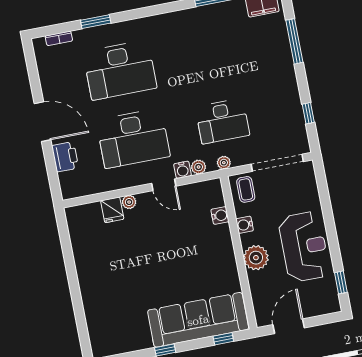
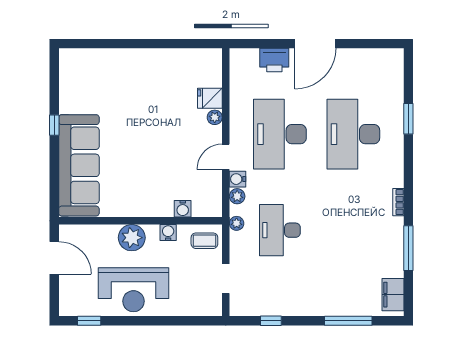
bookcase: (59, 38) -> (398, 202), moved
doorway: (277, 163) -> (226, 279), width x0.53
window: (223, 339) -> (54, 188), removed

